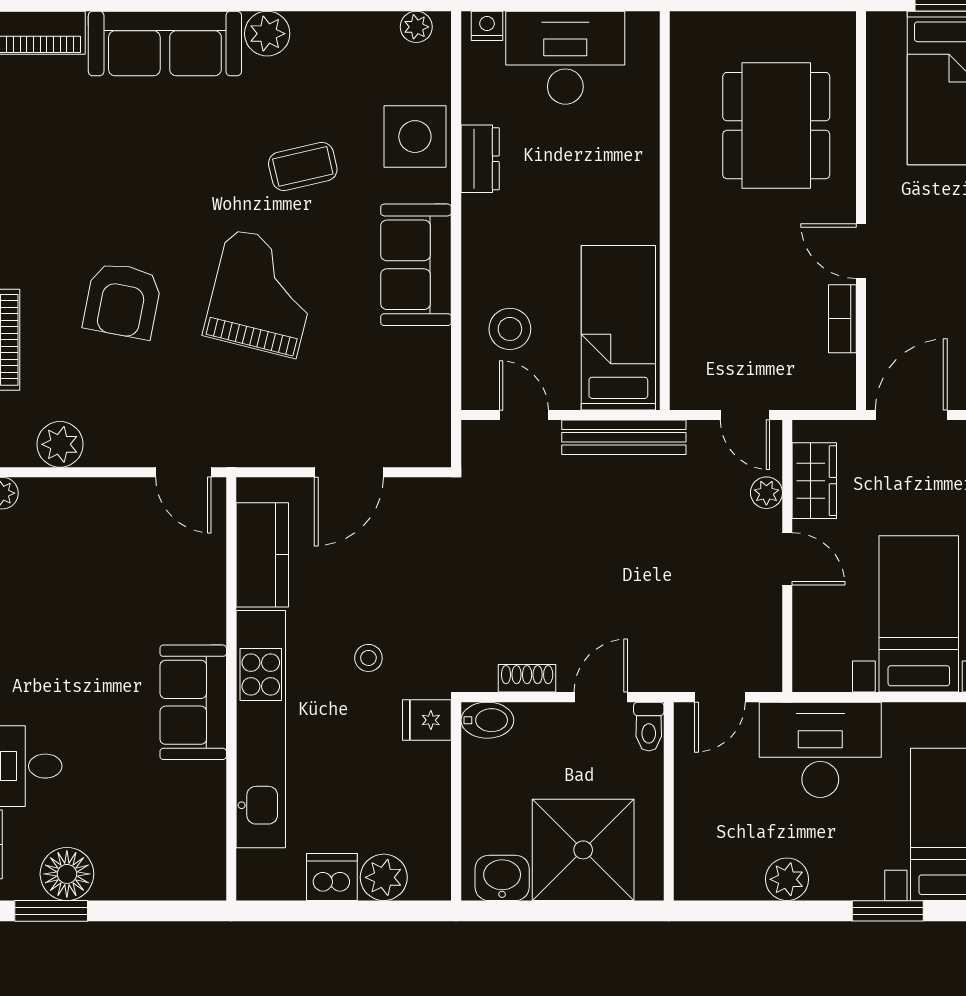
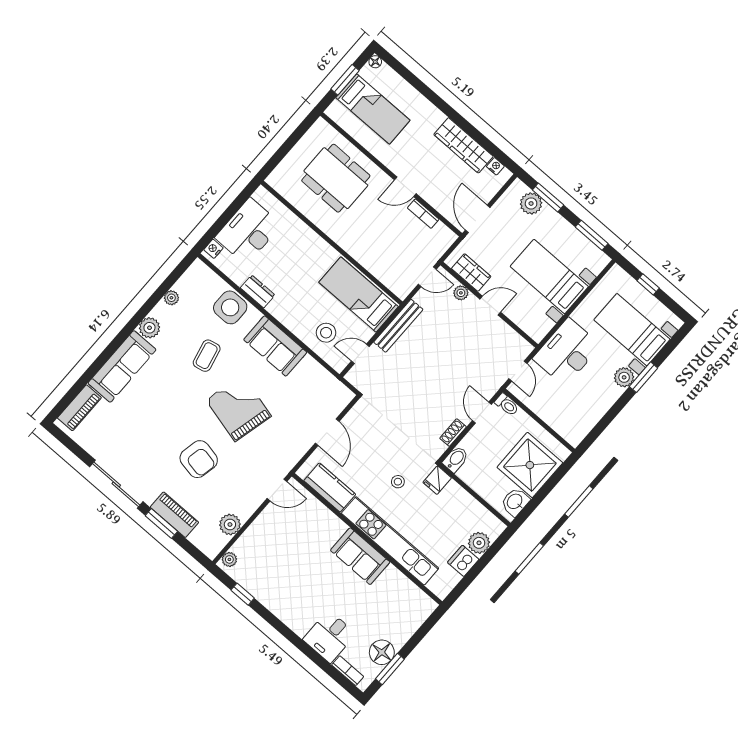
plant: (416, 27) -> (171, 298), moved
plant: (787, 879) -> (624, 377), moved

